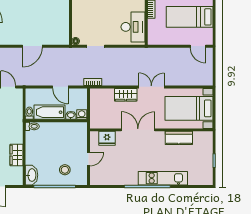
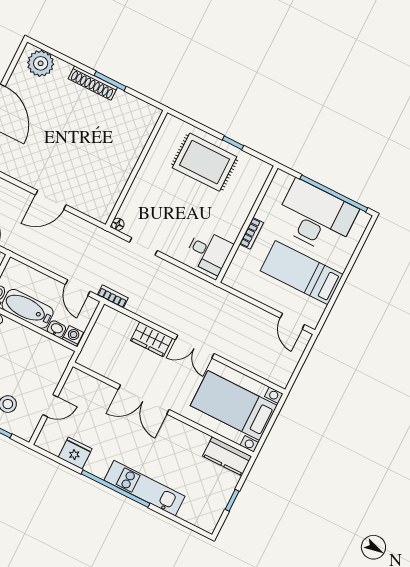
desk: (133, 27) -> (209, 252), width x0.73
door: (60, 87) -> (78, 288), moved
double door: (151, 87) -> (195, 347), swing flipped
double door: (138, 130) -> (144, 399), swing flipped
fridge: (107, 138) -> (75, 453), moved, turned 180
kitchen counter: (179, 138) -> (227, 456), moved

